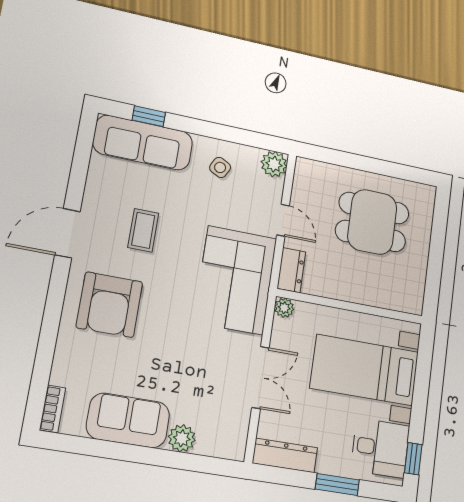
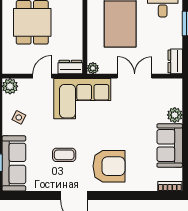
dresser: (285, 455) -> (175, 61), width x0.70

